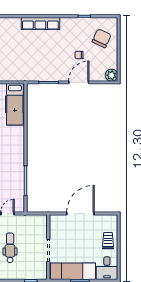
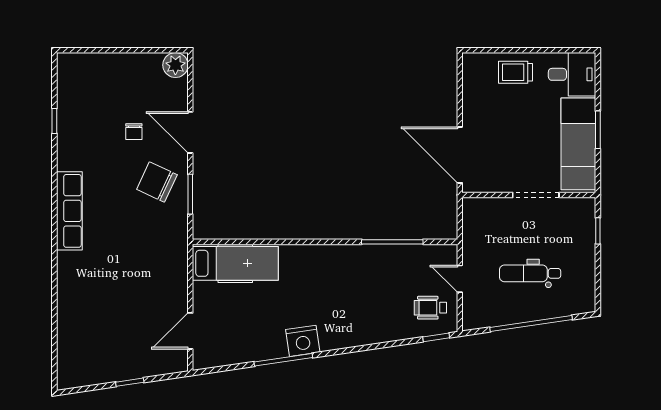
chair: (102, 38) -> (157, 182), moved
door: (80, 214) -> (460, 155), moved

